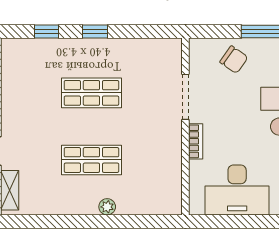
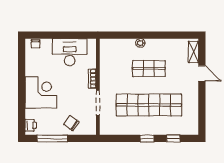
shop shelf: (91, 93) -> (149, 105), width x2.00, depth x1.36

